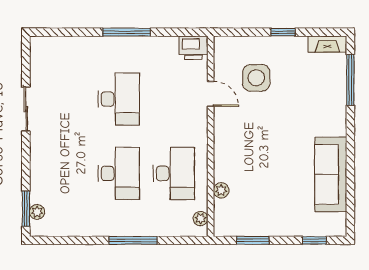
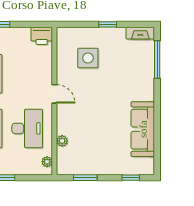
door: (211, 94) -> (54, 94), moved

